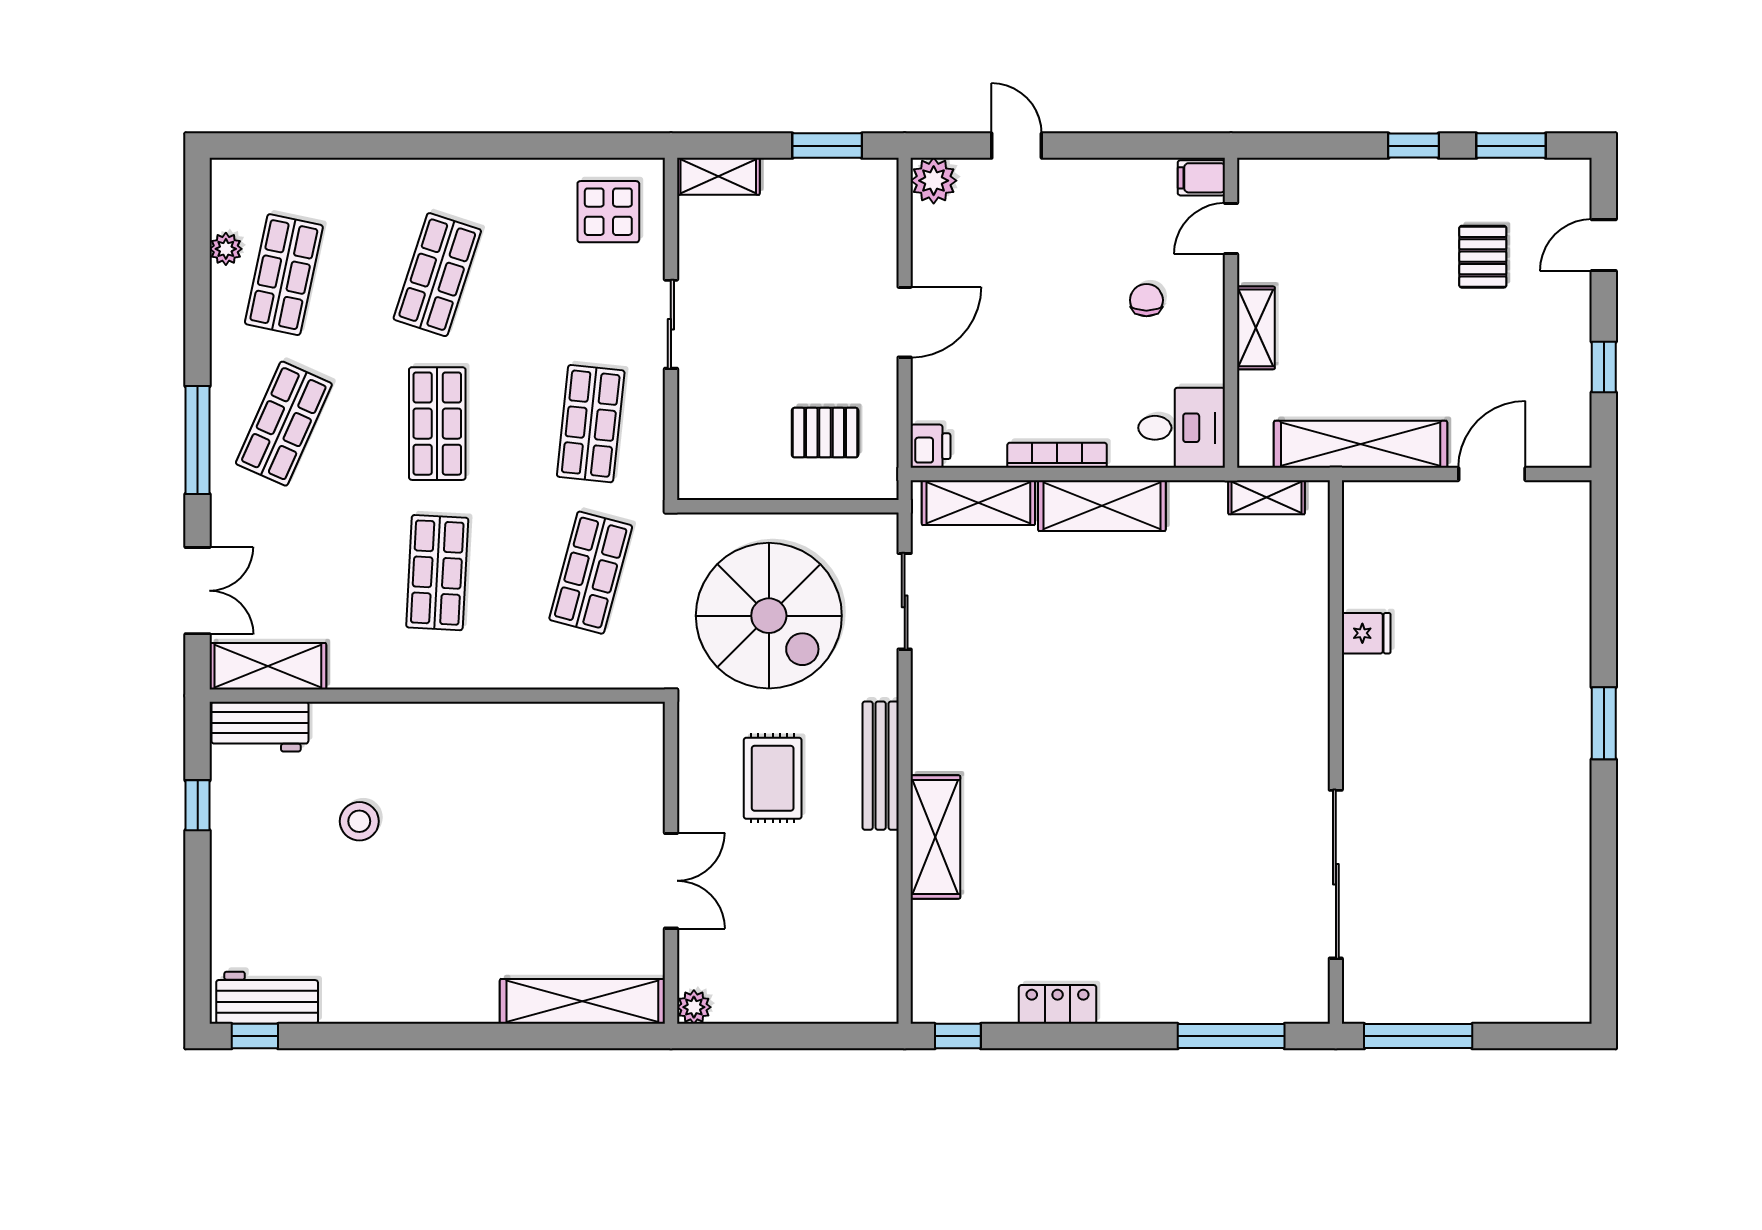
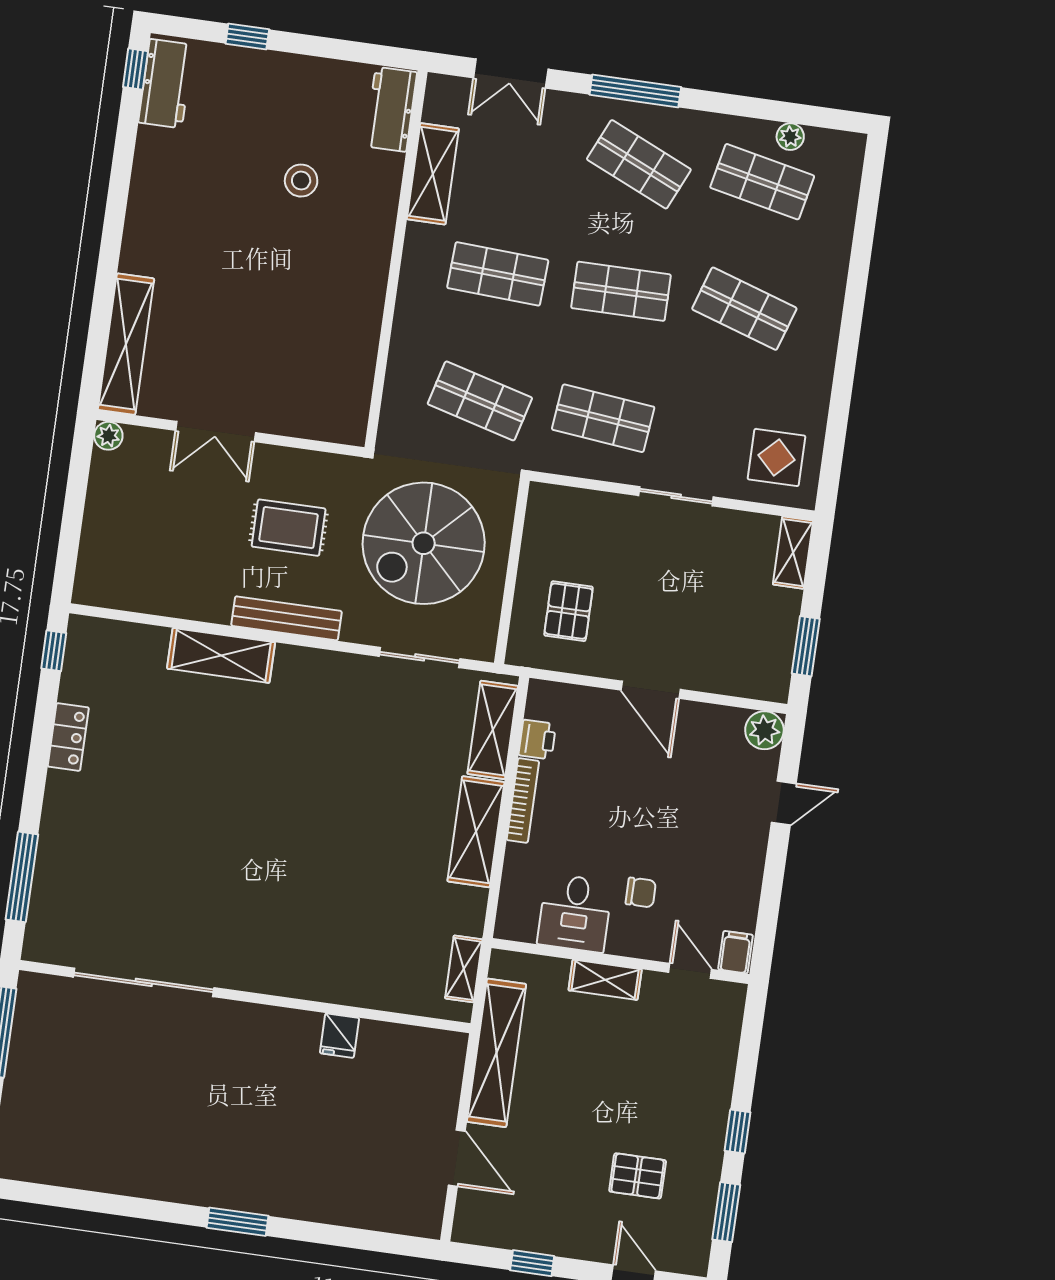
desk: (1182, 428) -> (575, 913), moved
printer: (930, 446) -> (537, 740), moved, turned -90
shelving: (268, 666) -> (433, 174), moved
window: (198, 805) -> (247, 36), moved

